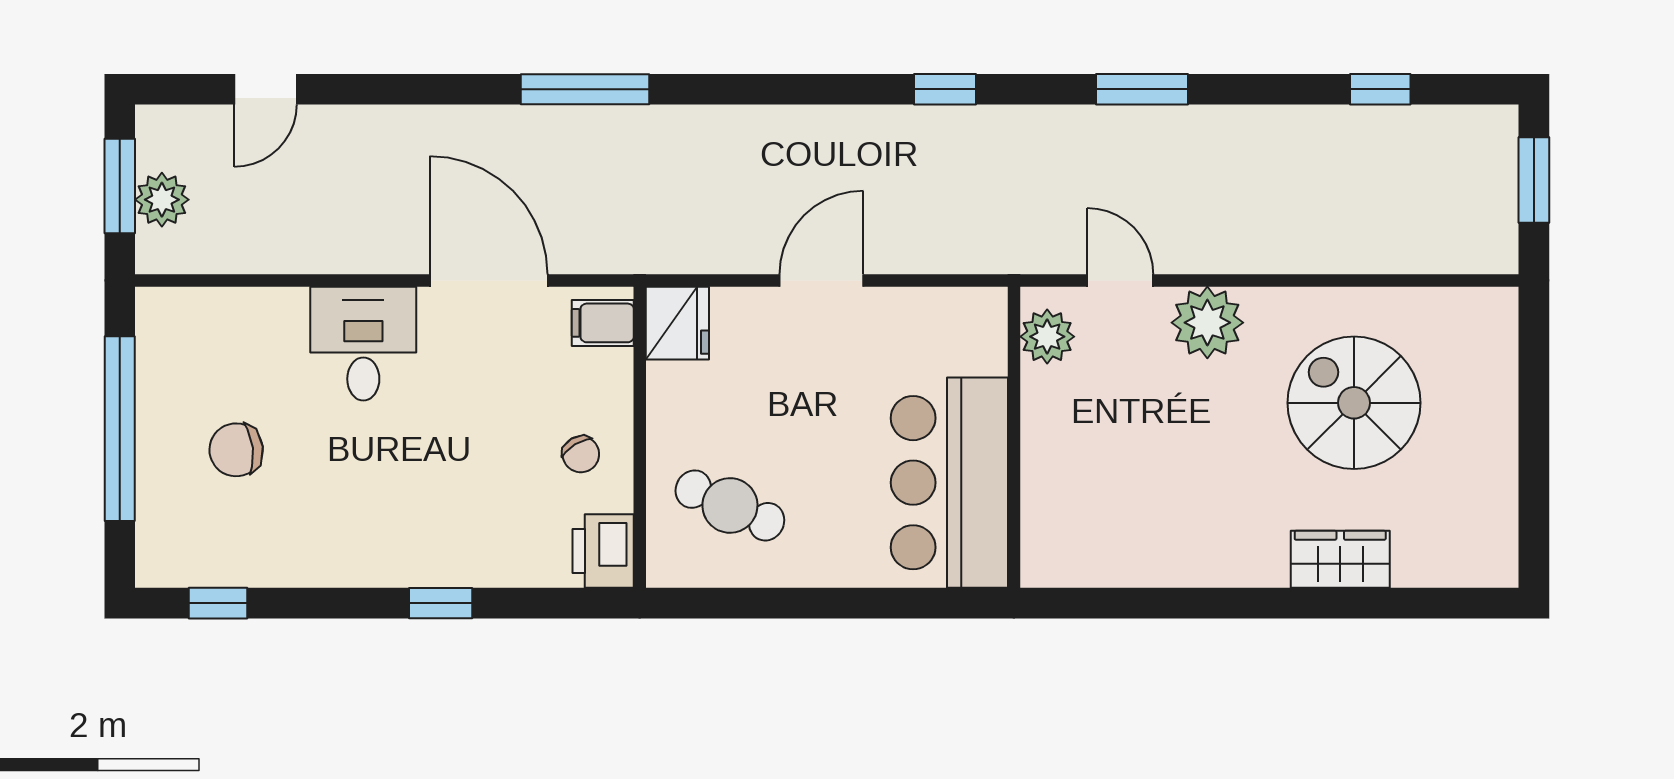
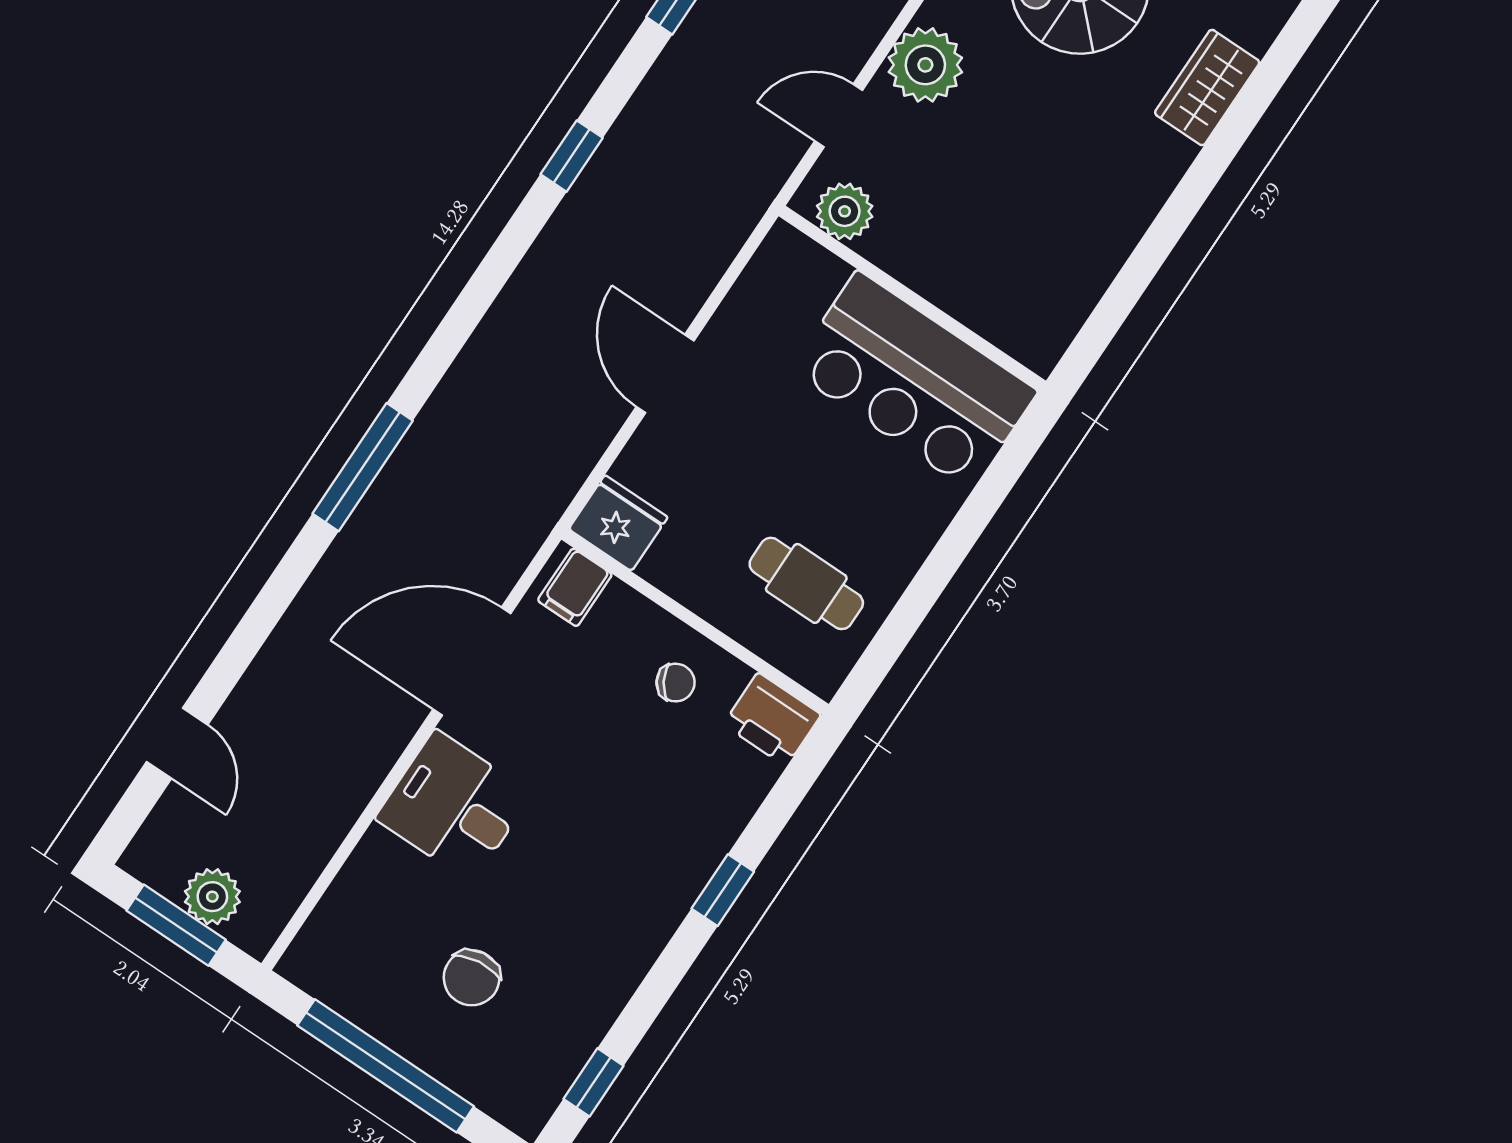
cafe table: (730, 505) -> (806, 583), turned 66

